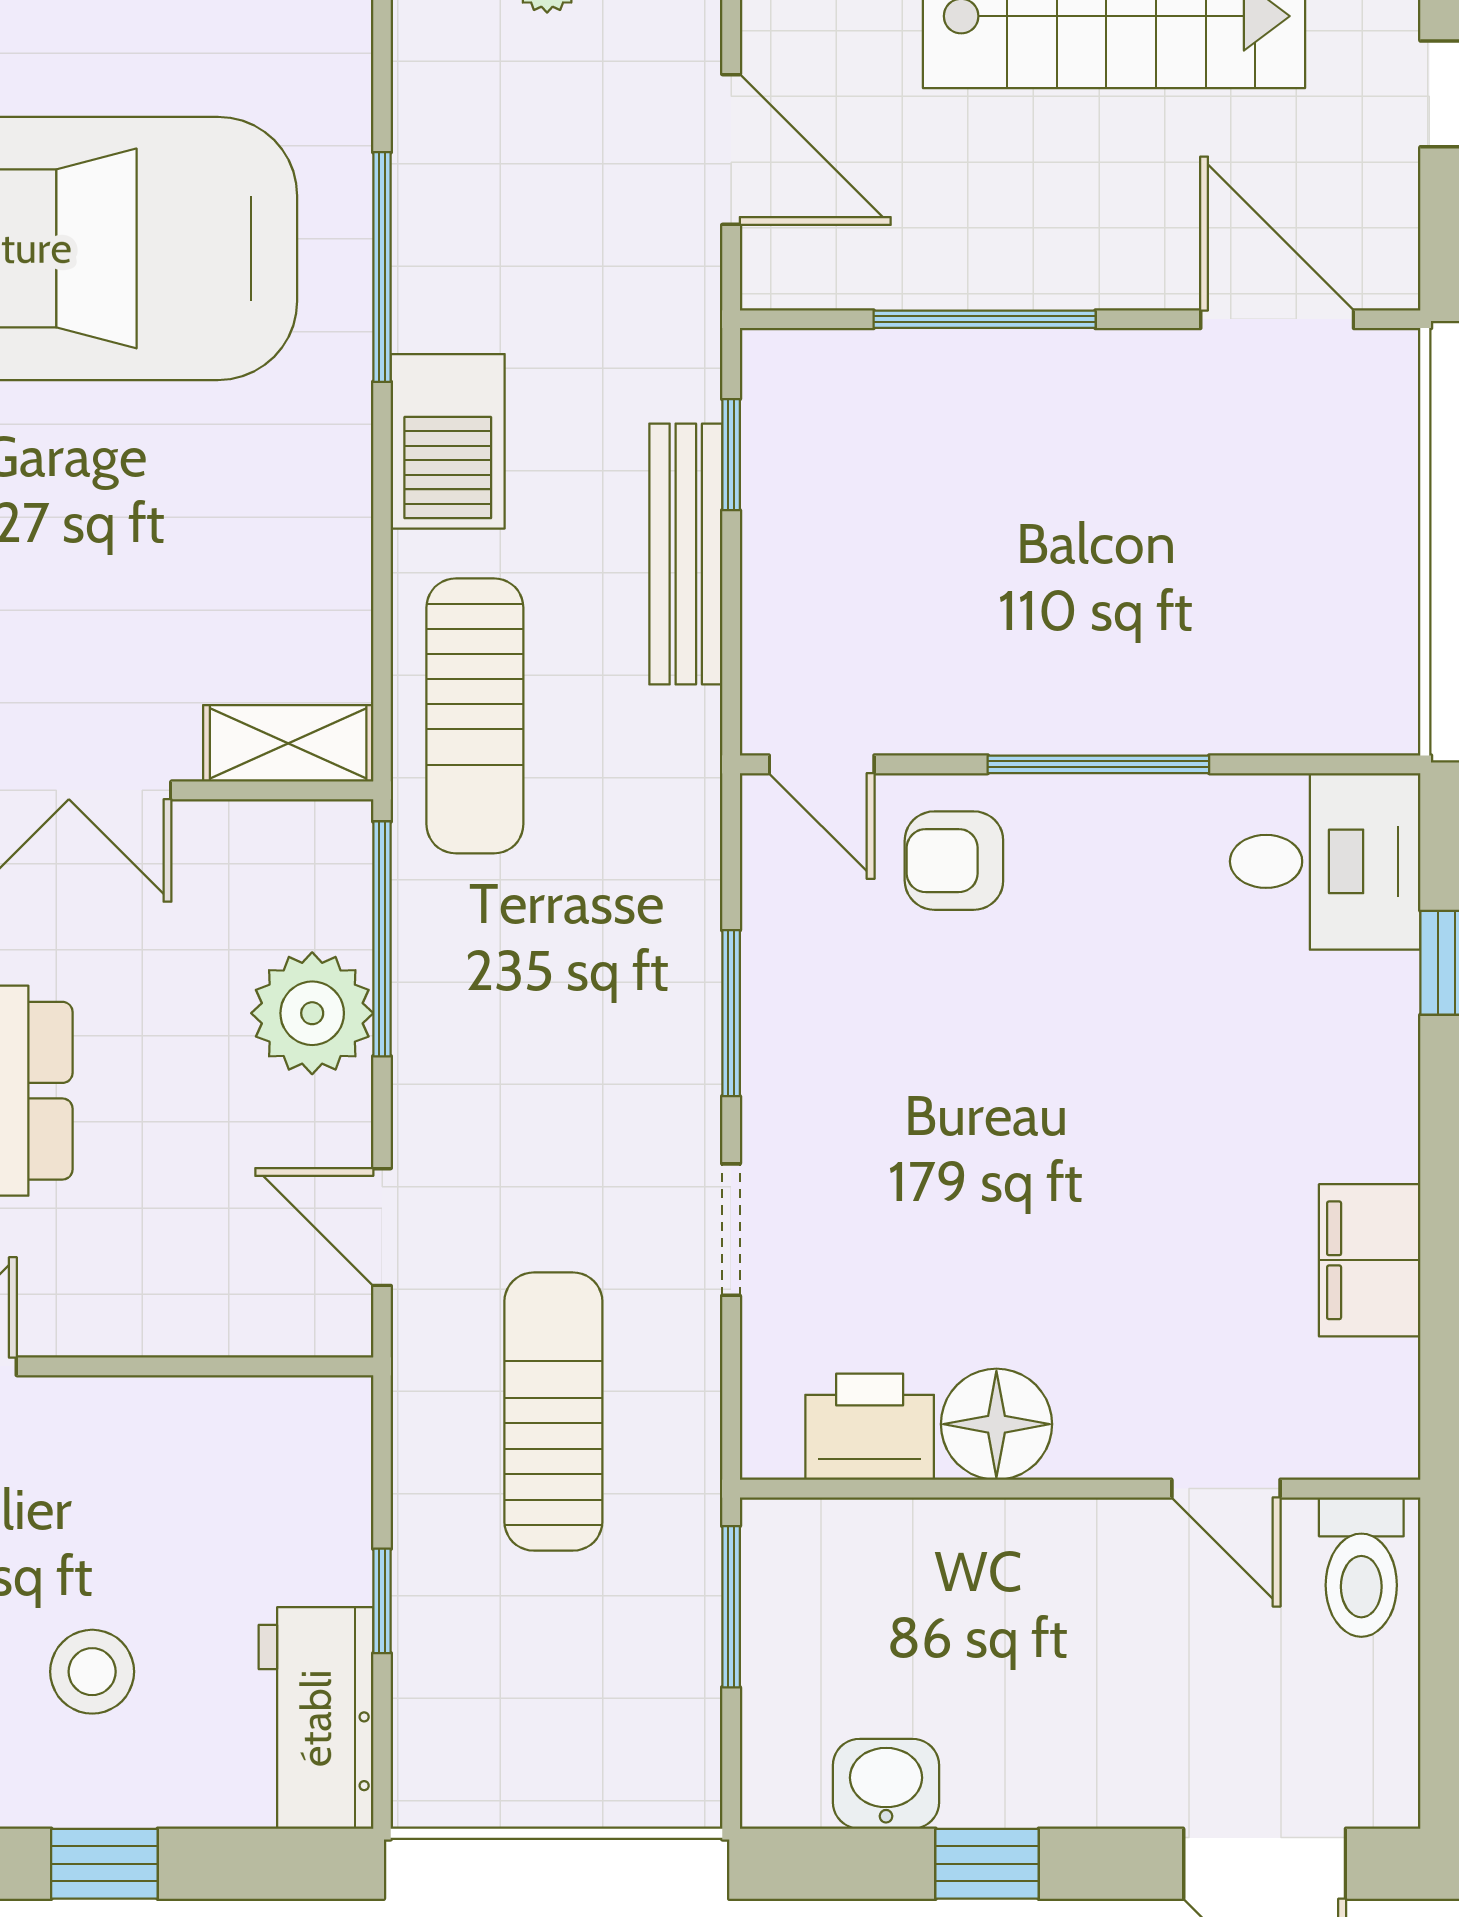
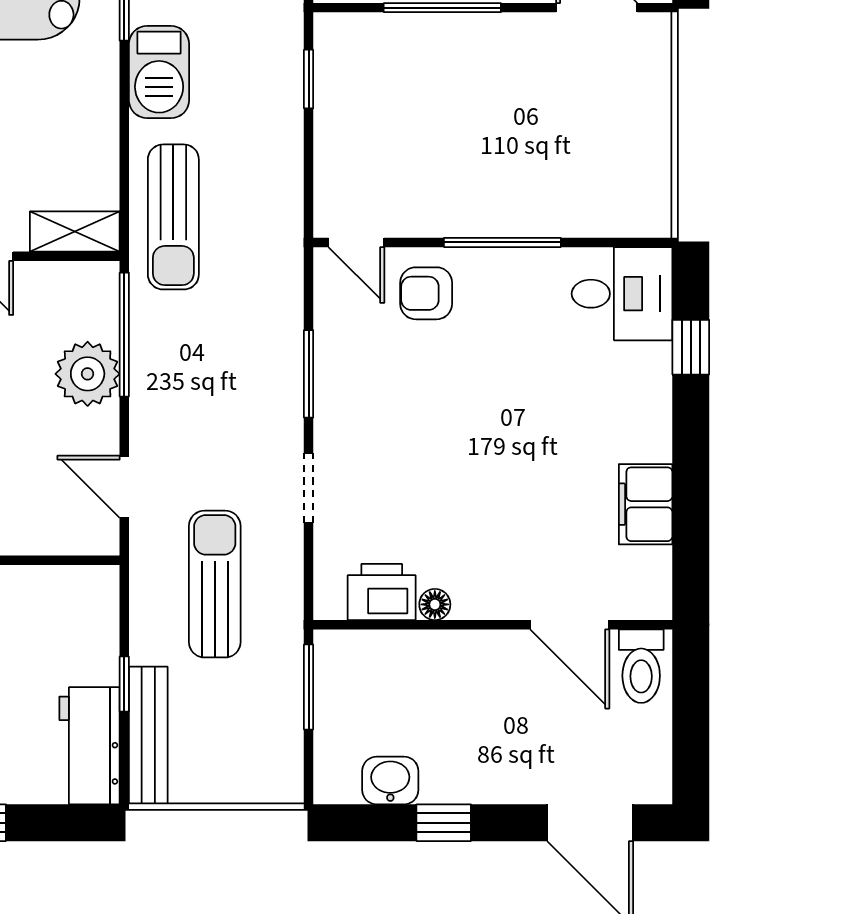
bench: (686, 554) -> (148, 735), moved
floor lamp: (996, 1424) -> (435, 604), width x0.53, depth x0.53
door: (1226, 1489) -> (570, 625), width x1.37

